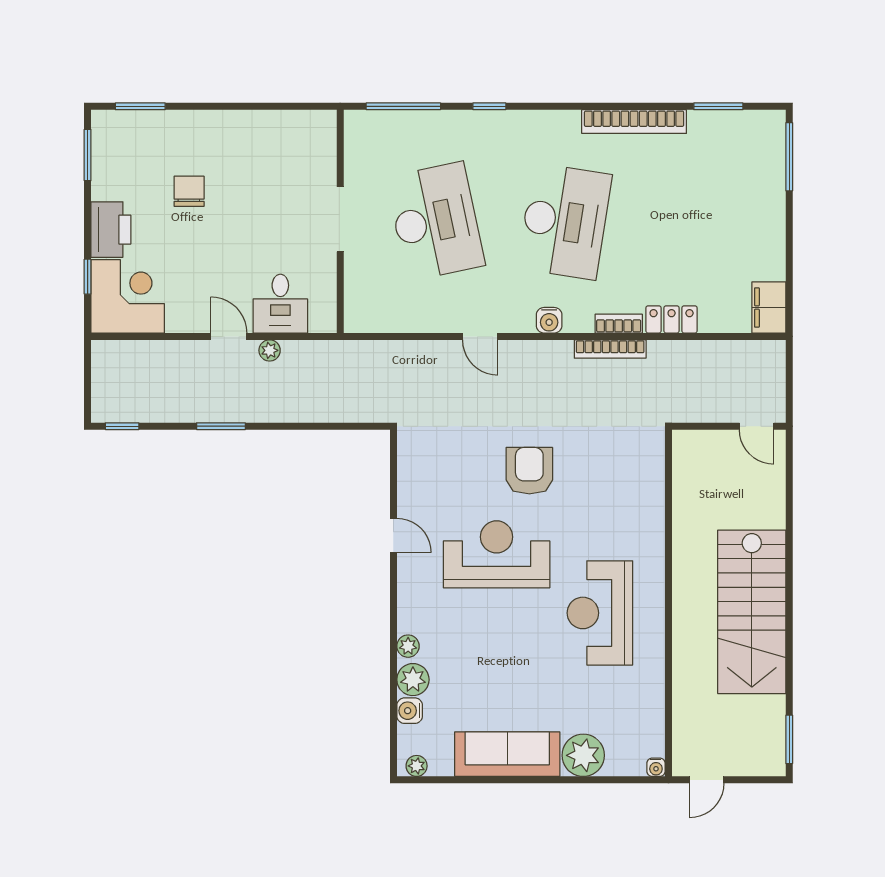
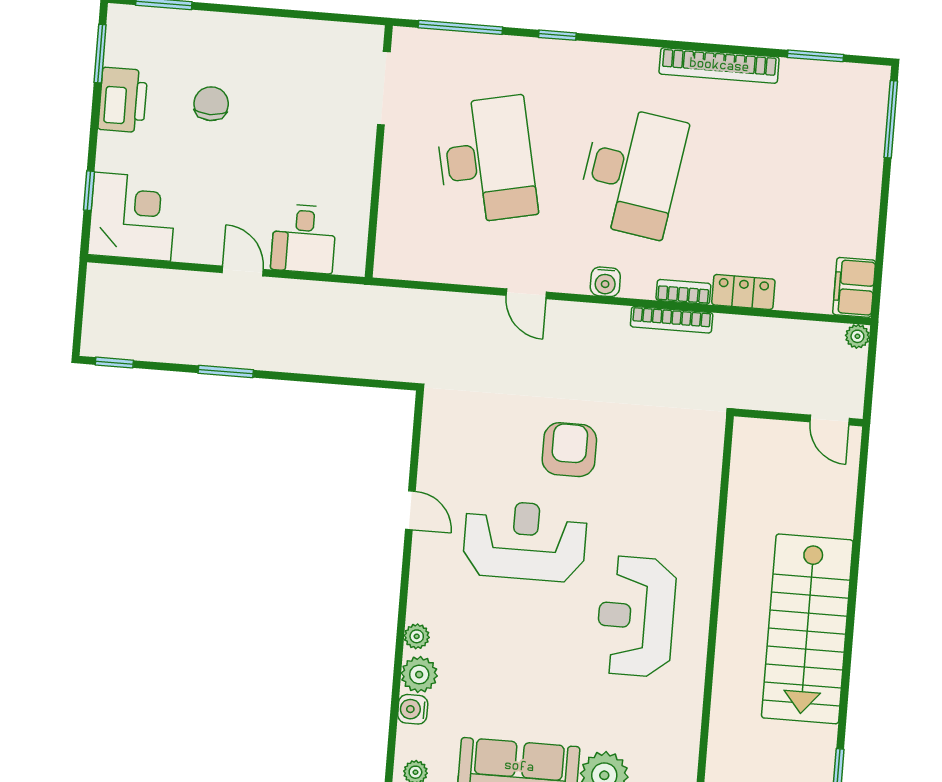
doorway: (340, 219) -> (384, 88), moved
printer: (111, 230) -> (123, 100), moved
plant: (270, 350) -> (857, 336), moved

